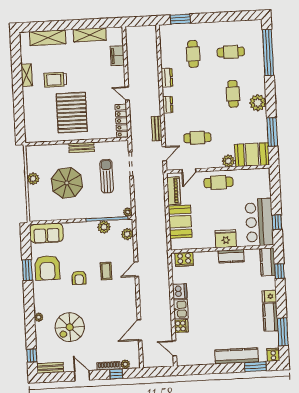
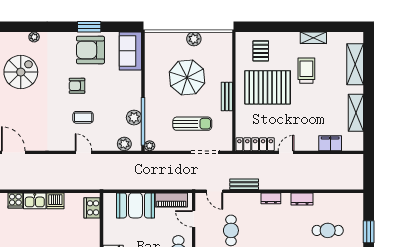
window: (180, 19) -> (369, 232), moved
pallet: (40, 120) -> (261, 51), added
spiral stairs: (70, 327) -> (21, 72), turned 90

